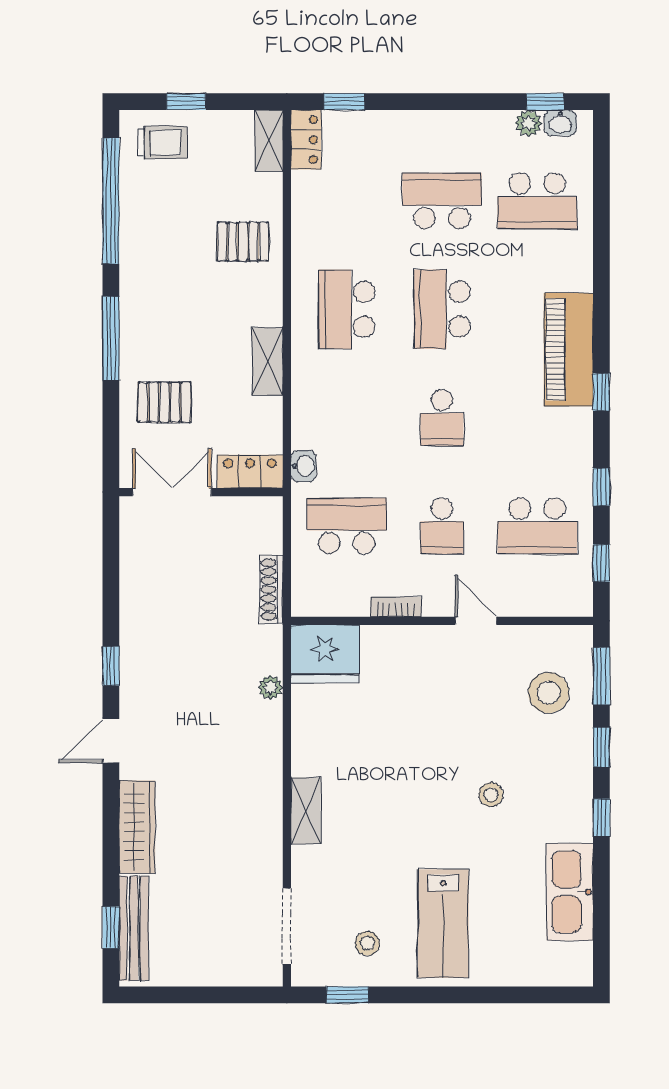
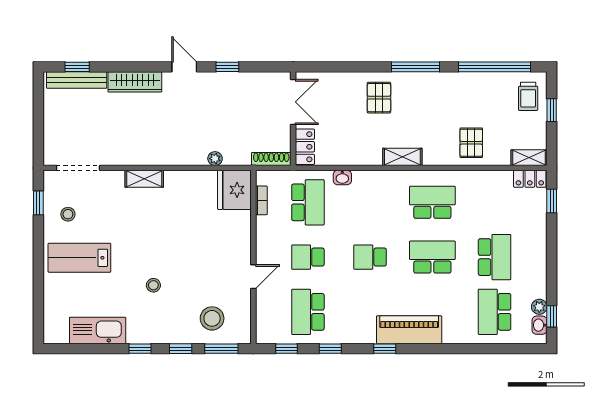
locker: (250, 472) -> (305, 147), moved
double door: (172, 492) -> (293, 102), moved
wall: (201, 492) -> (293, 119), moved
bookcase: (396, 607) -> (261, 200), moved

